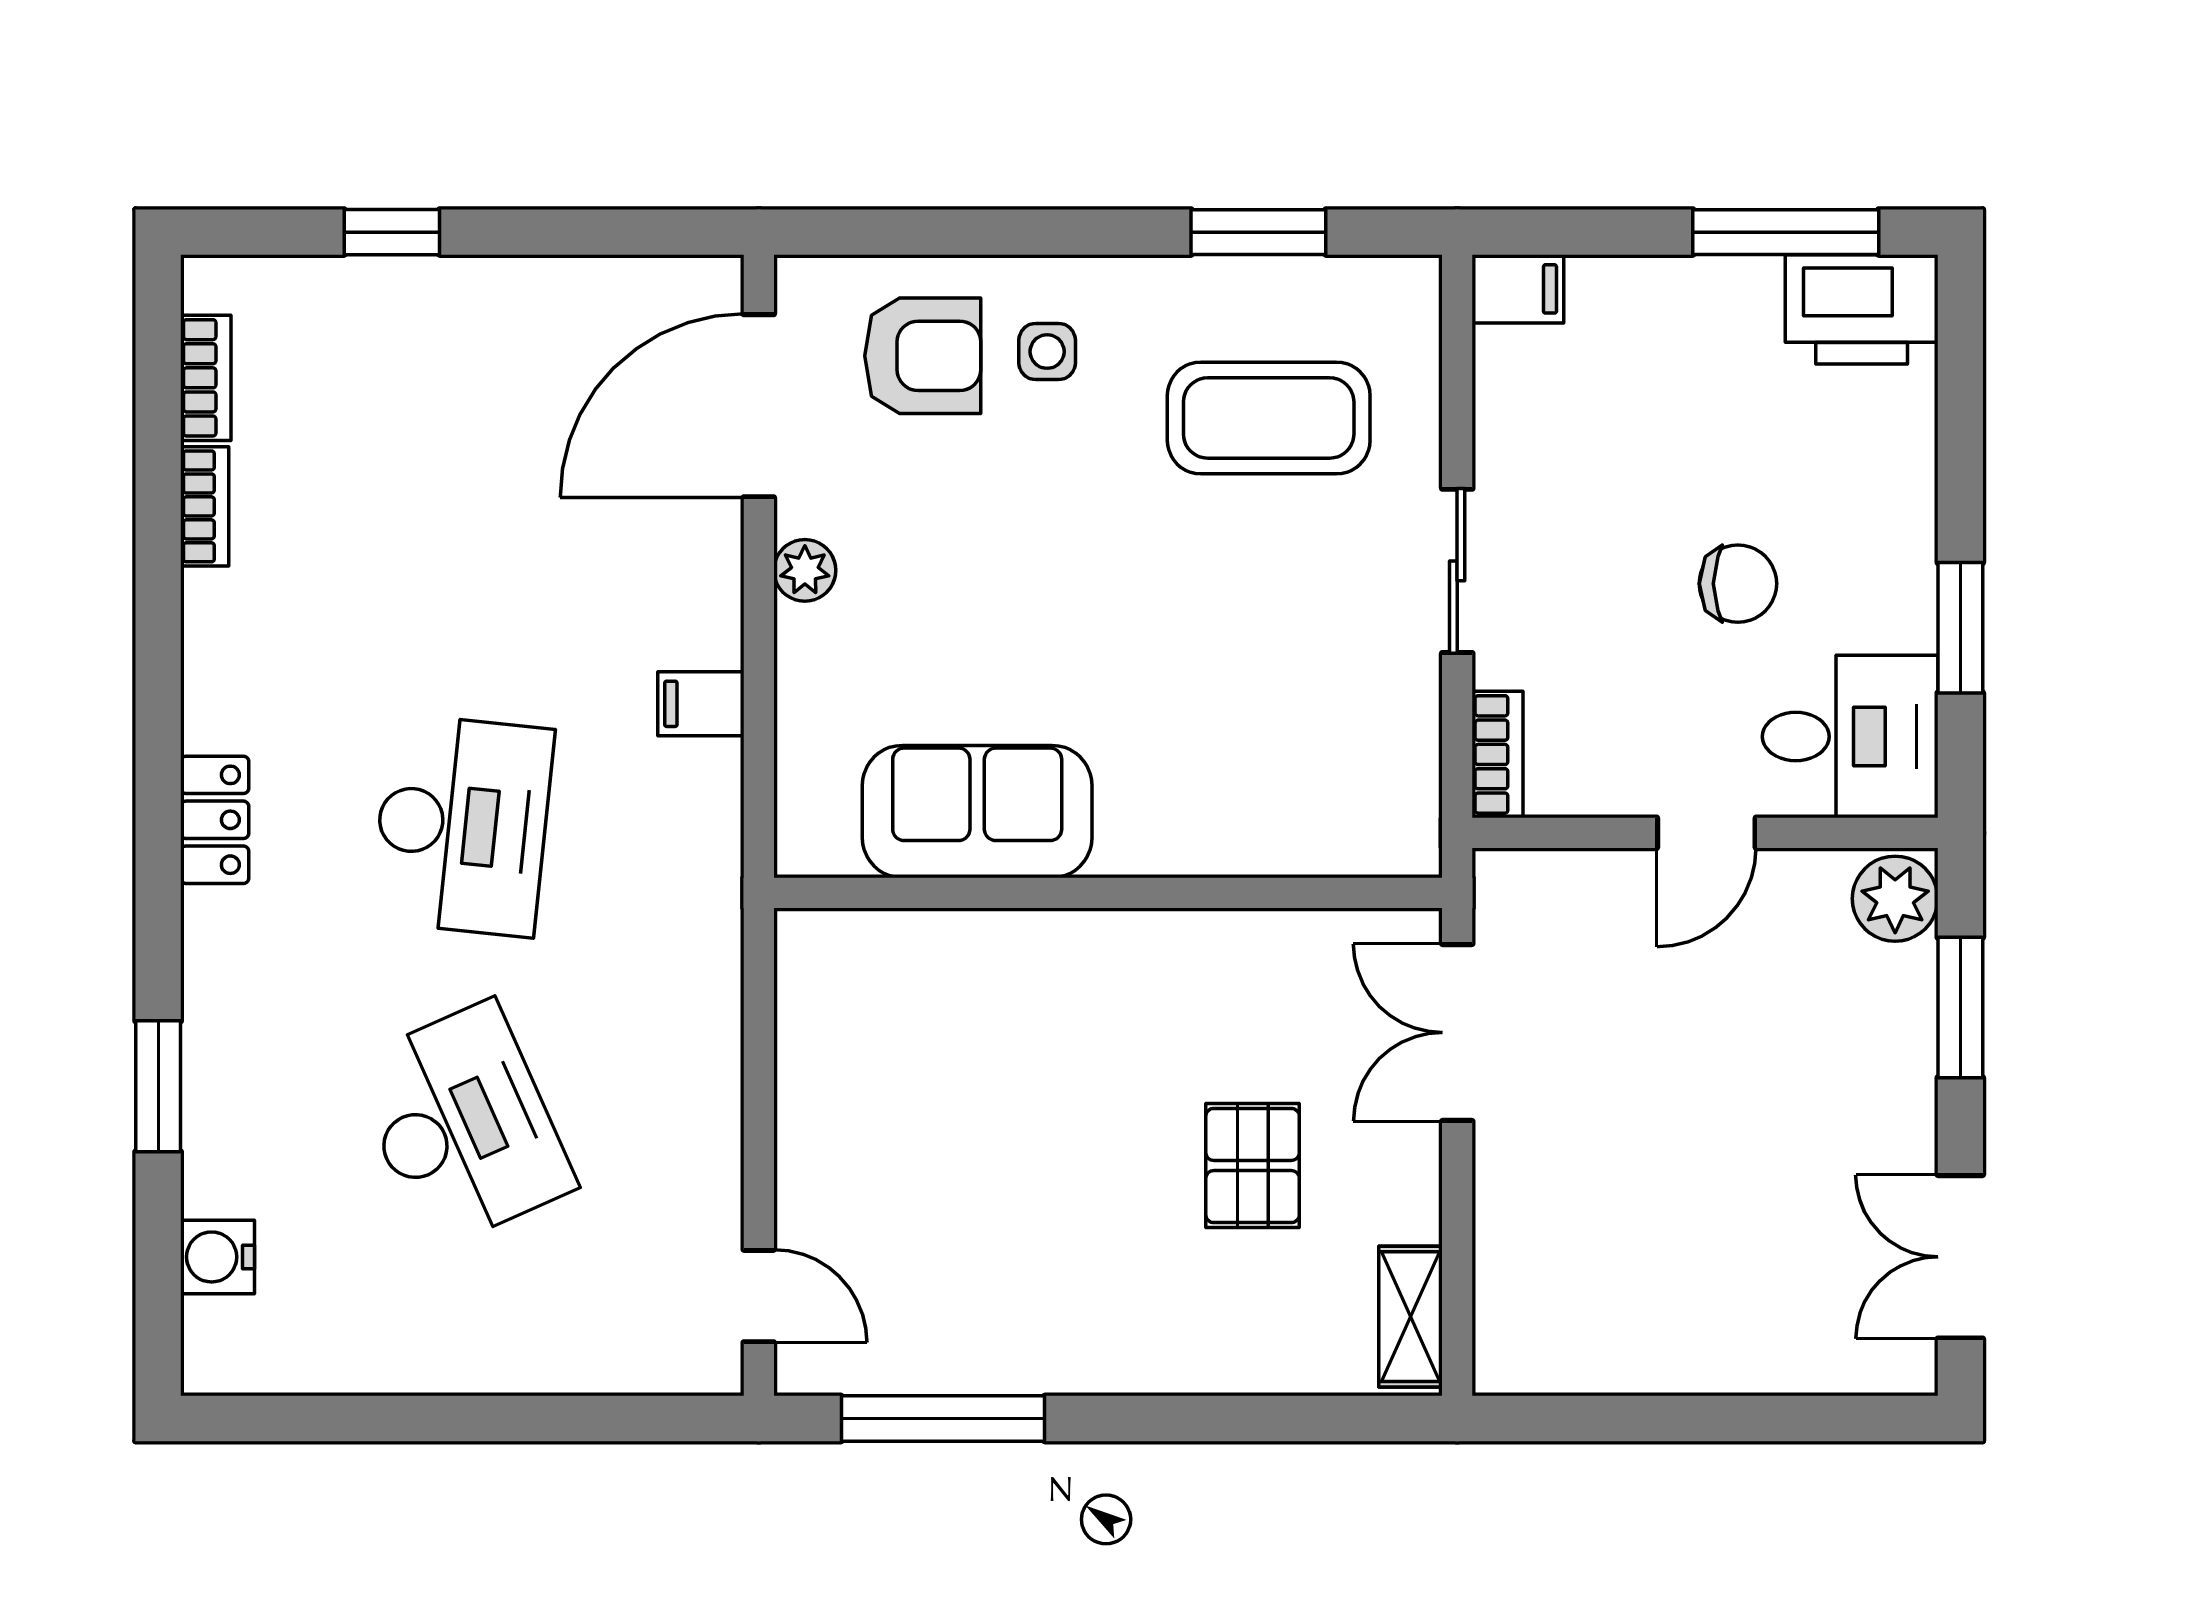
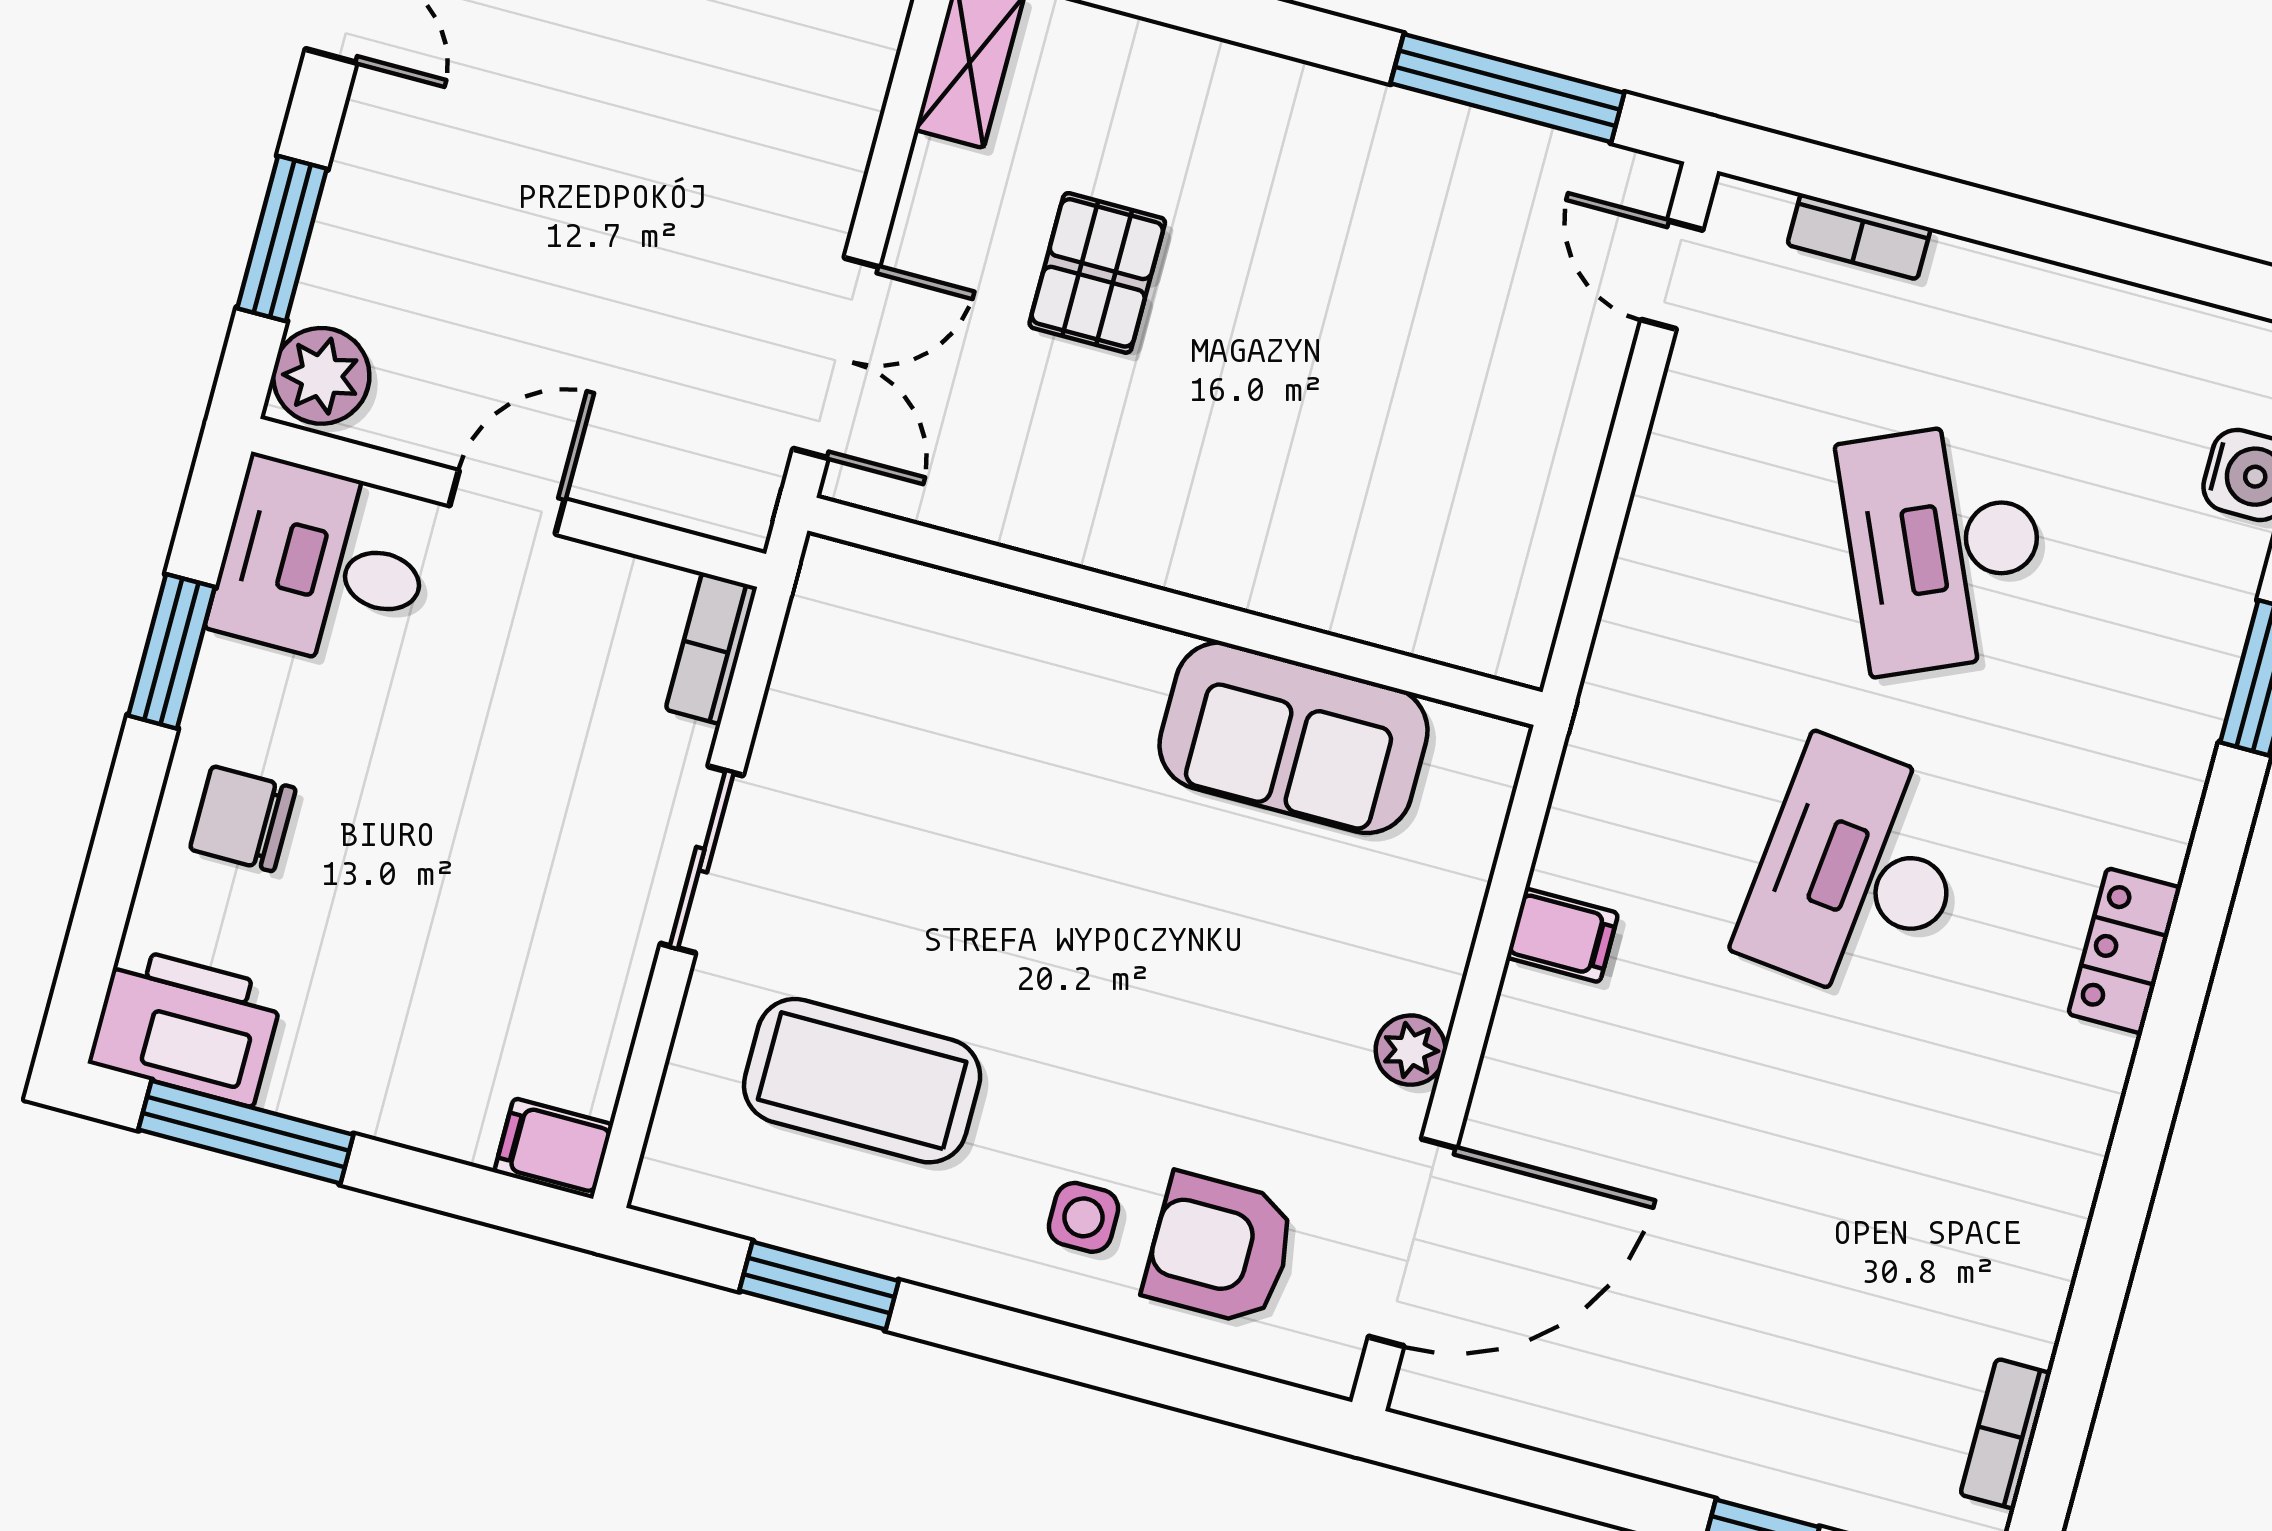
bookcase: (205, 506) -> (1859, 236), moved, turned -90
chair: (1738, 584) -> (243, 819), moved

